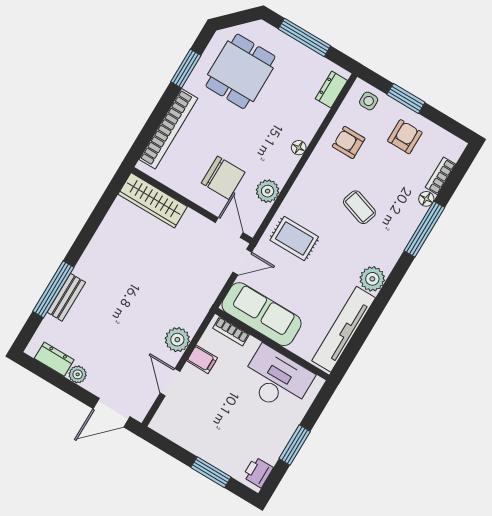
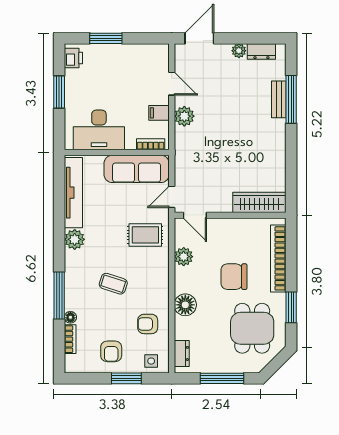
armchair: (349, 142) -> (148, 324), turned 180
floor lamp: (299, 148) -> (185, 305), width x1.89, depth x1.89
chair: (223, 178) -> (234, 277), moved

